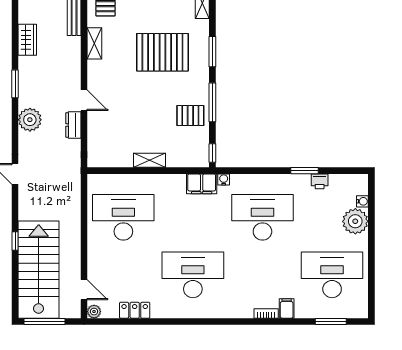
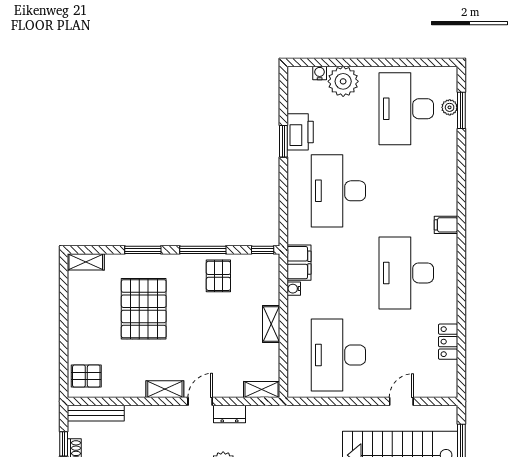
shelving: (94, 43) -> (165, 389), moved
shelving: (94, 152) -> (262, 389), added
water cooler: (224, 179) -> (294, 289), moved
printer: (320, 181) -> (300, 132), width x1.87, depth x1.48
door: (84, 290) -> (401, 401), moved
filing cabinet: (287, 308) -> (446, 225), moved
plant: (94, 312) -> (450, 107), moved
bookcase: (266, 313) -> (452, 187), removed

